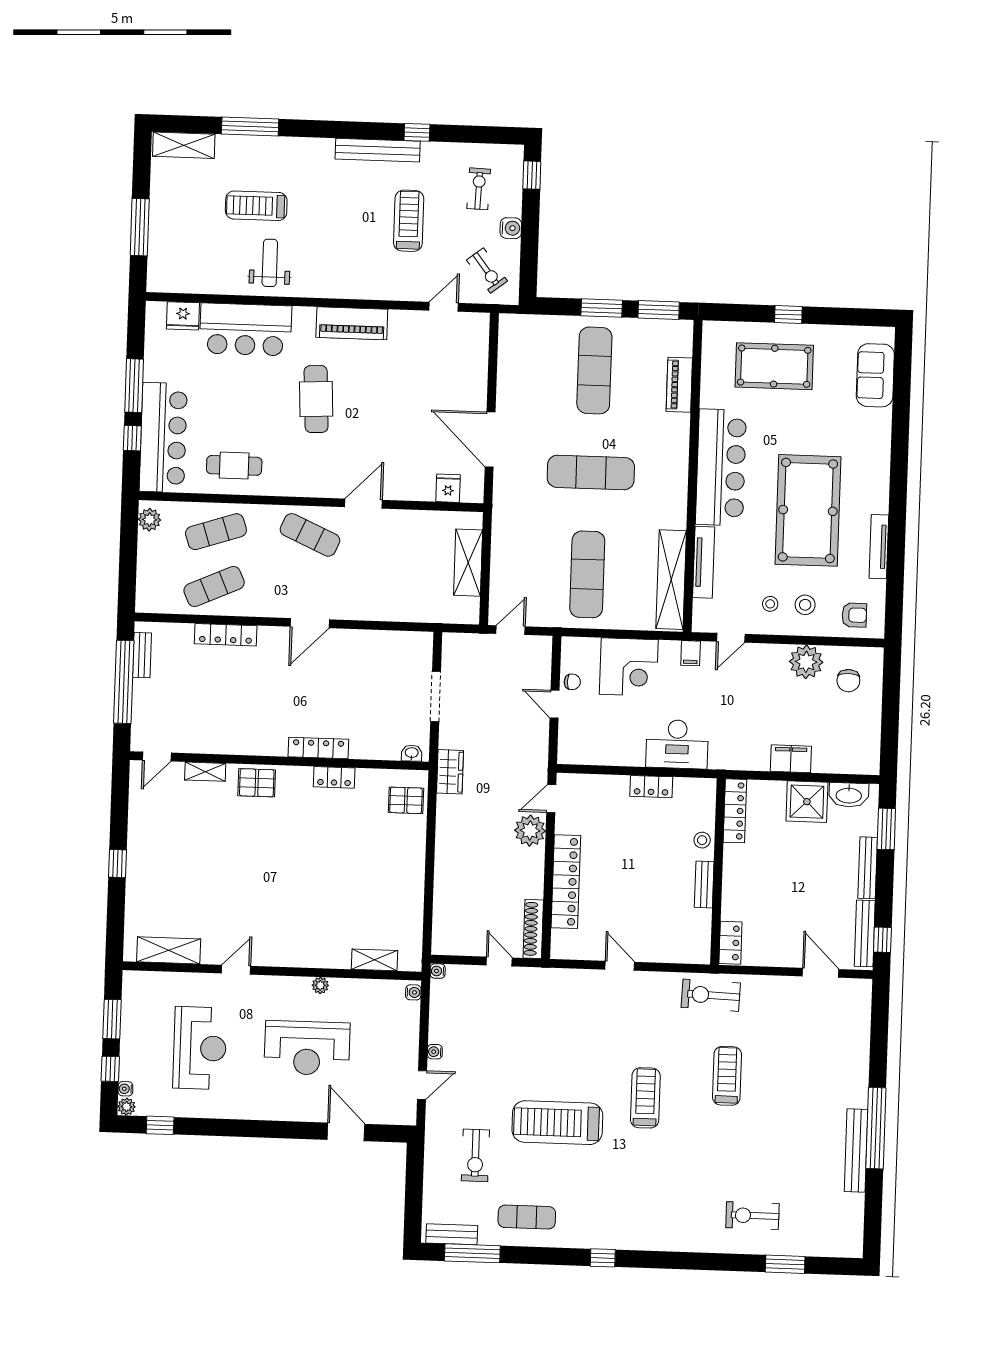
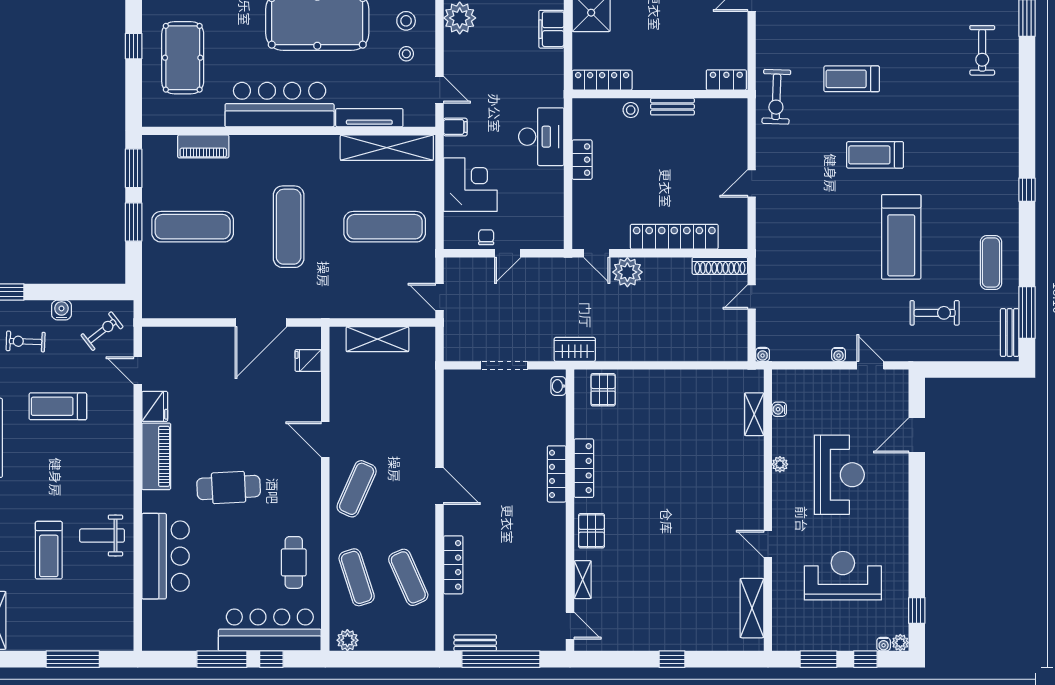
fridge: (183, 316) -> (155, 406), moved
locker: (334, 777) -> (584, 468), width x1.53
water cooler: (413, 992) -> (779, 409), moved, turned -90

